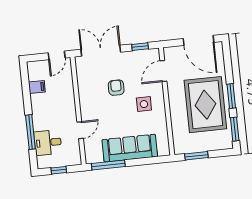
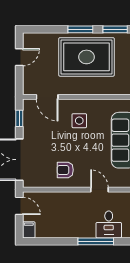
door: (198, 40) -> (19, 57), width x0.53
filing cabinet: (37, 87) -> (29, 230), moved
armchair: (116, 88) -> (65, 170), moved

